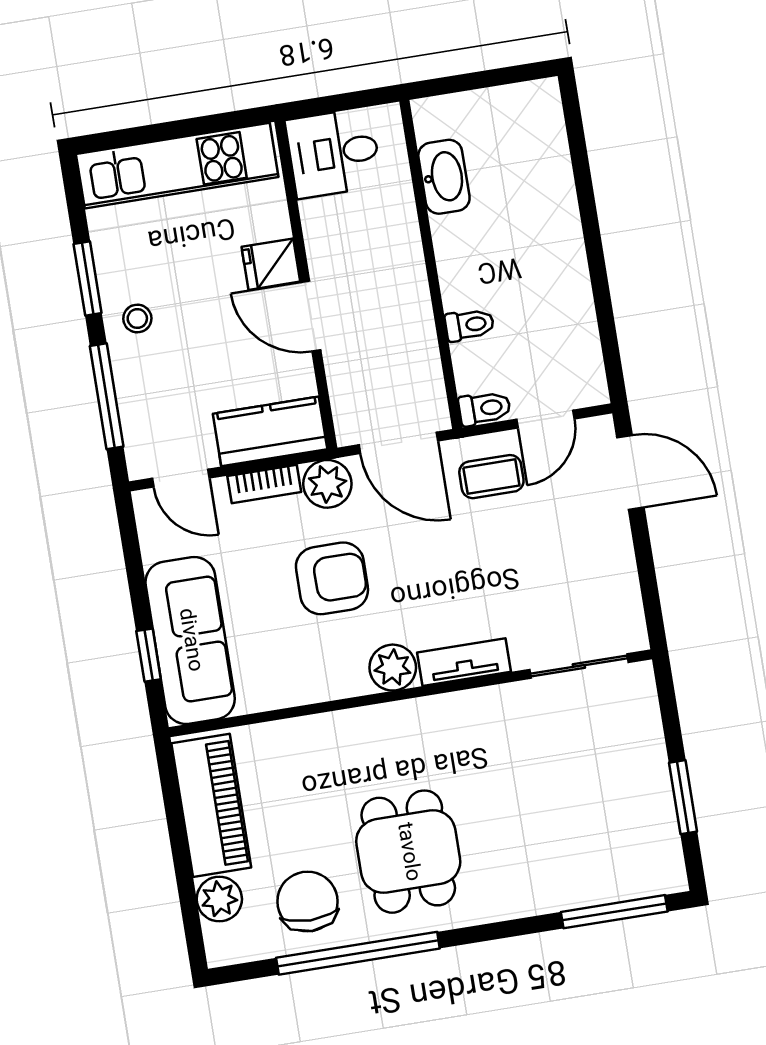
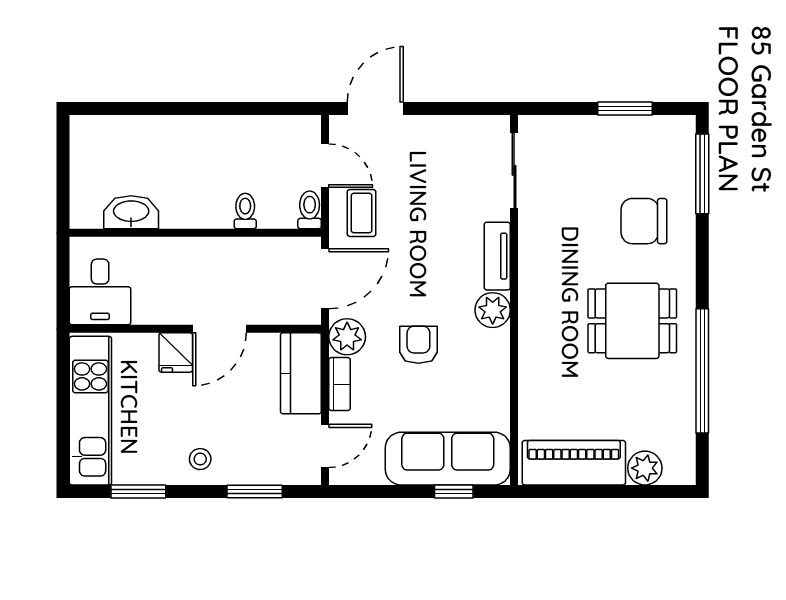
window: (88, 279) -> (138, 491), moved
window: (107, 396) -> (255, 491), width x0.69
armchair: (332, 578) -> (418, 345), width x0.72, depth x0.72
chair: (307, 902) -> (644, 221), moved

